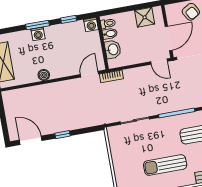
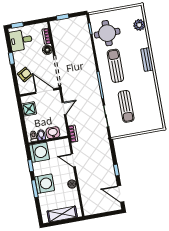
washing machine: (91, 25) -> (39, 152), width x1.89, depth x1.89
washing machine: (38, 34) -> (45, 184), width x1.89, depth x1.89
door: (159, 62) -> (64, 108), moved
door: (89, 74) -> (73, 160), moved
door: (31, 140) -> (121, 194), hinge flipped
sun lounger: (165, 165) -> (126, 106), moved

